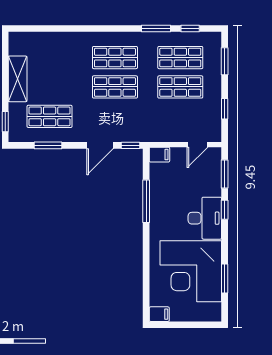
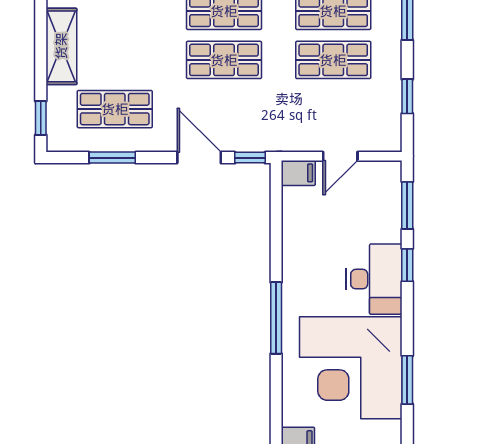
door: (100, 145) -> (199, 158), swing flipped
door: (197, 145) -> (340, 156), moved
window: (146, 201) -> (276, 318), moved

